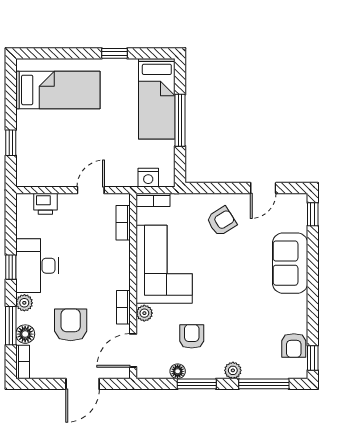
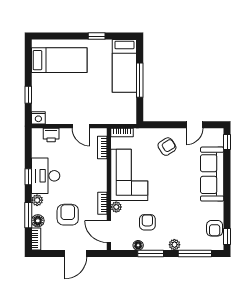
nightstand: (148, 178) -> (38, 118), moved
door: (91, 190) -> (81, 126), swing flipped
sofa: (290, 263) -> (212, 174), width x1.36
door: (133, 350) -> (109, 232), hinge flipped

